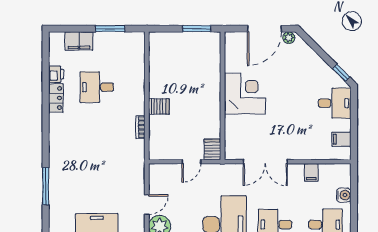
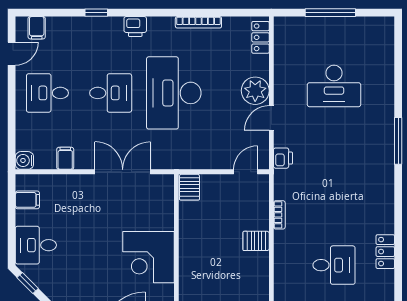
printer: (56, 74) -> (283, 158), moved, turned 180
door: (191, 162) -> (246, 172), moved
water cooler: (344, 195) -> (24, 160), moved

